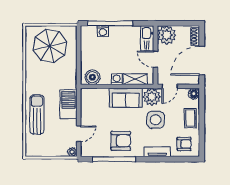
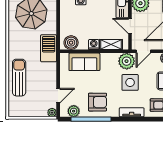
sofa: (126, 98) -> (84, 62), moved
barbecue: (68, 104) -> (49, 48), moved
plant: (95, 150) -> (74, 111), added

